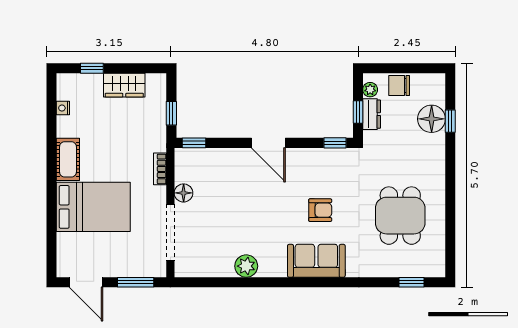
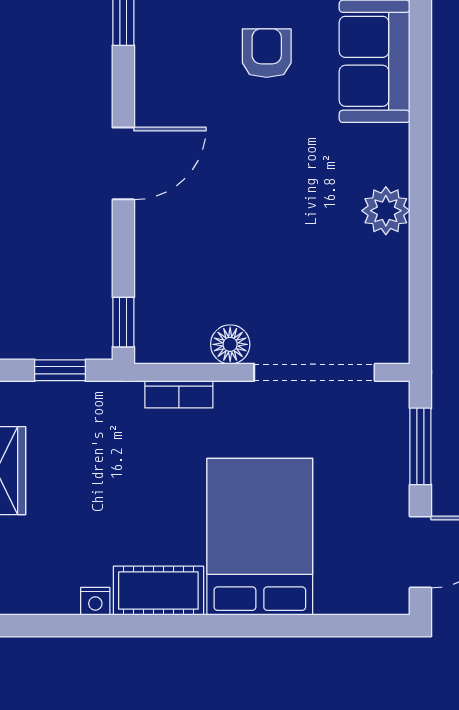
nightstand: (63, 108) -> (95, 601), moved

